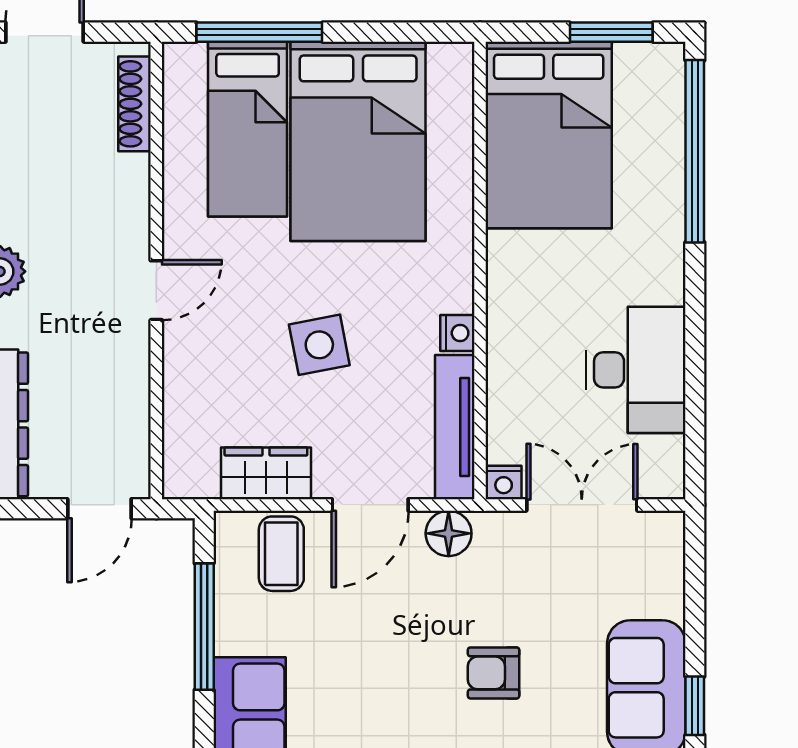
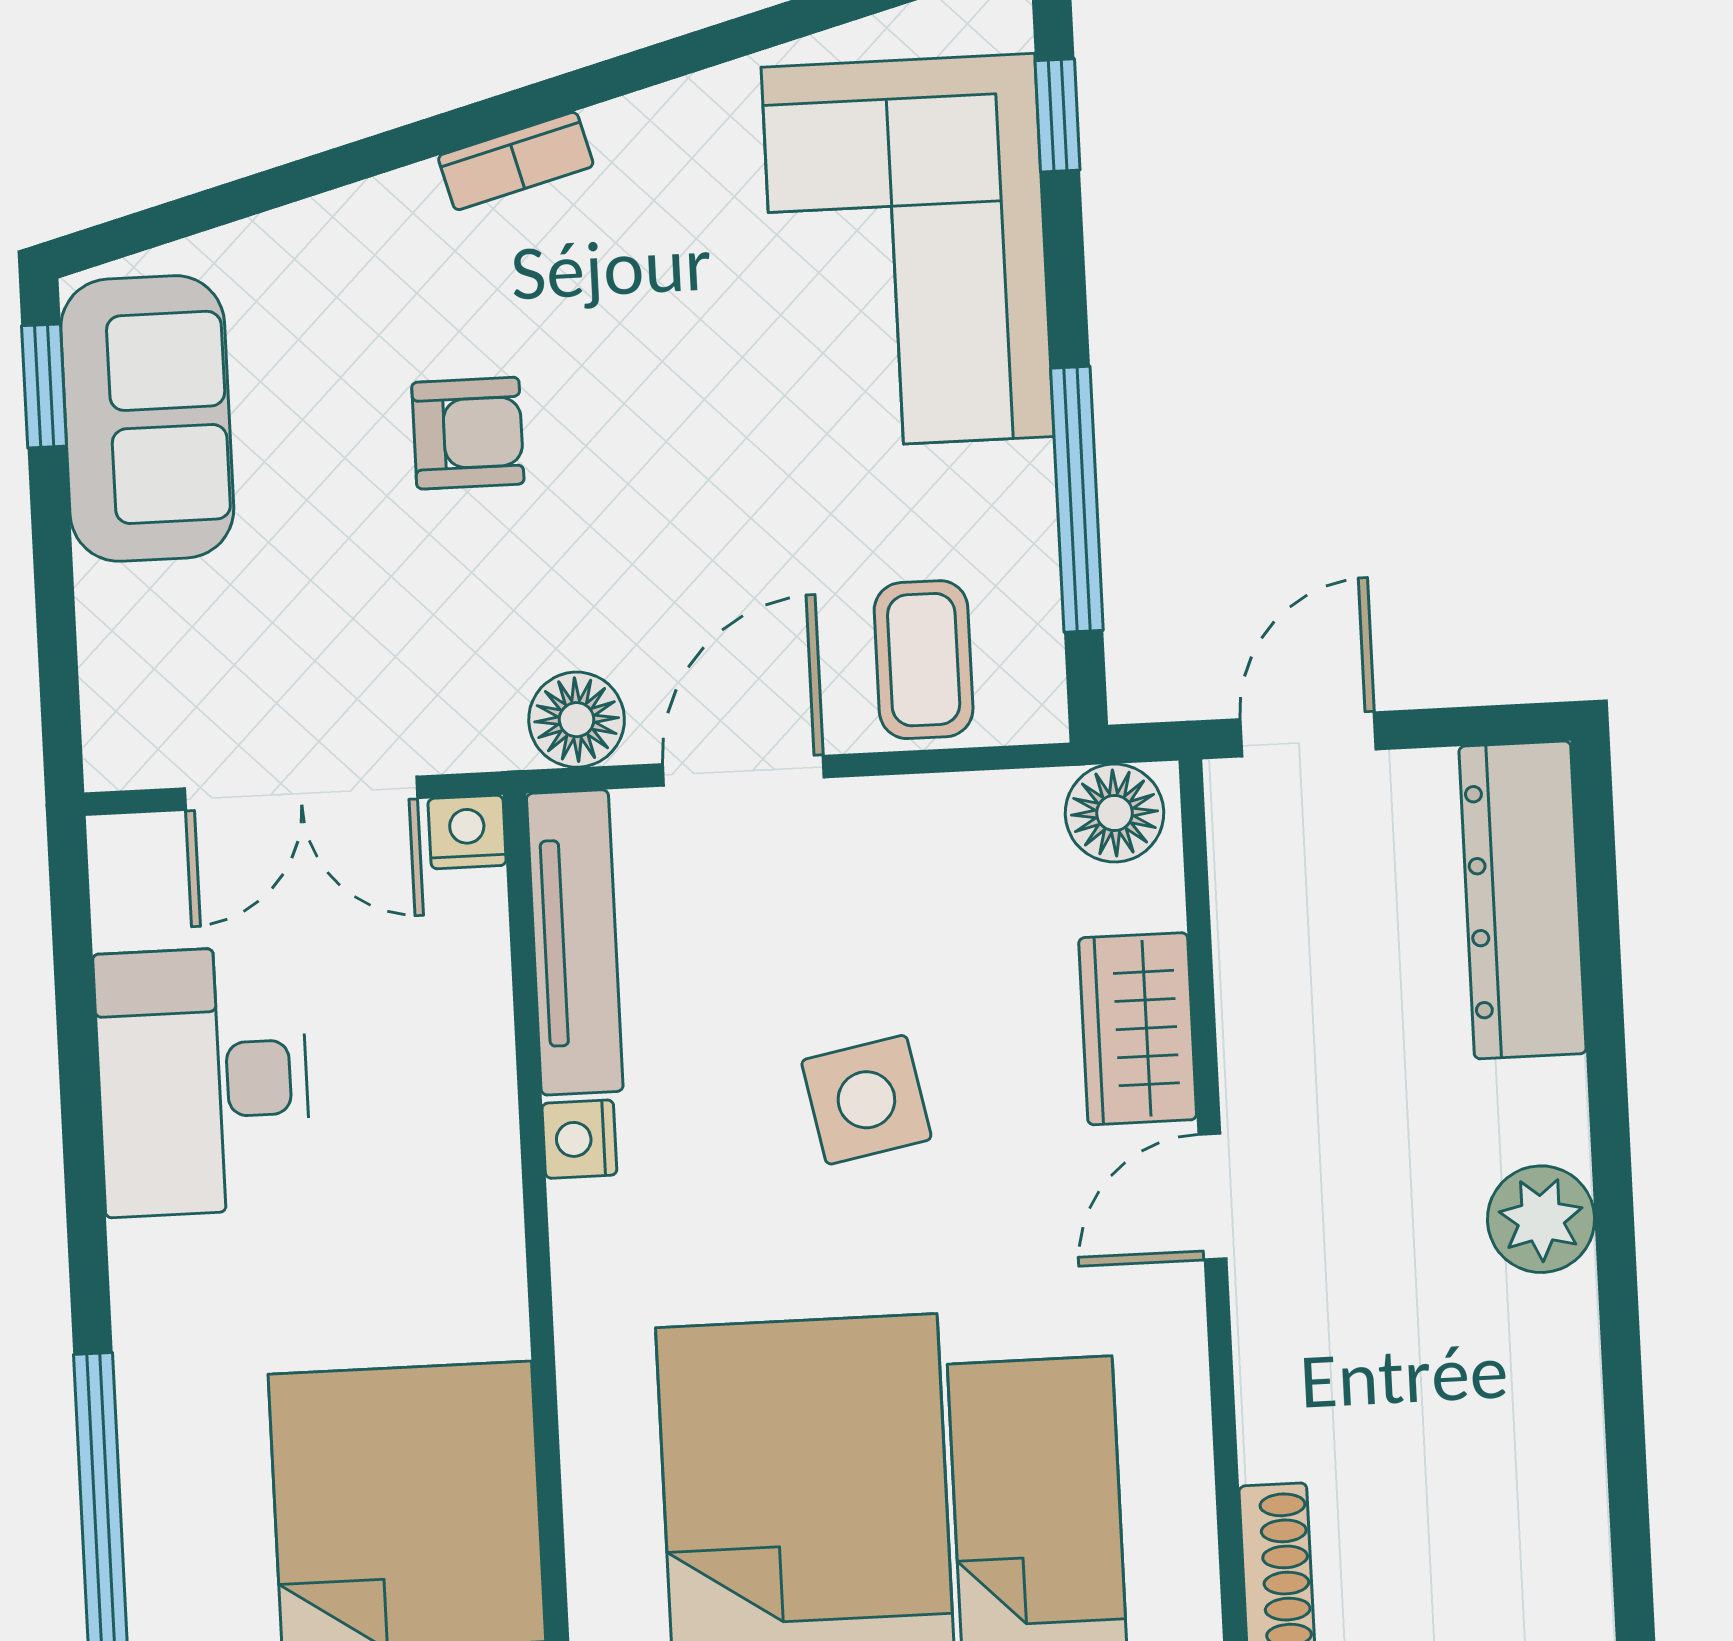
wardrobe: (266, 473) -> (1138, 1029), moved, turned 90
floor lamp: (194, 476) -> (1114, 813), added

